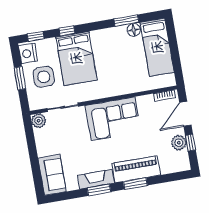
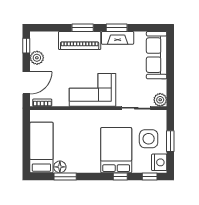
window: (190, 143) -> (26, 46), moved
sofa: (52, 175) -> (157, 55), width x1.36

